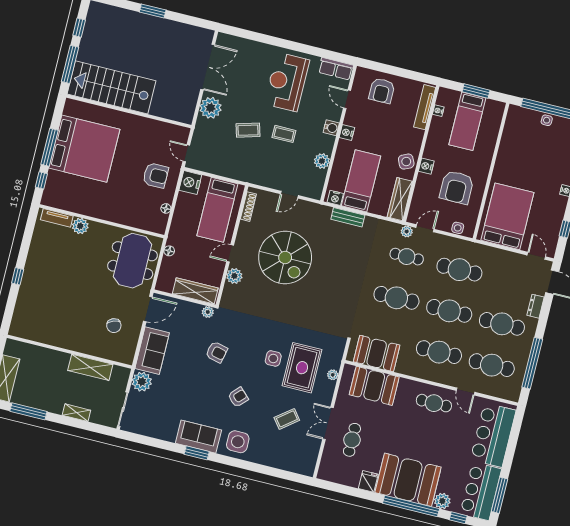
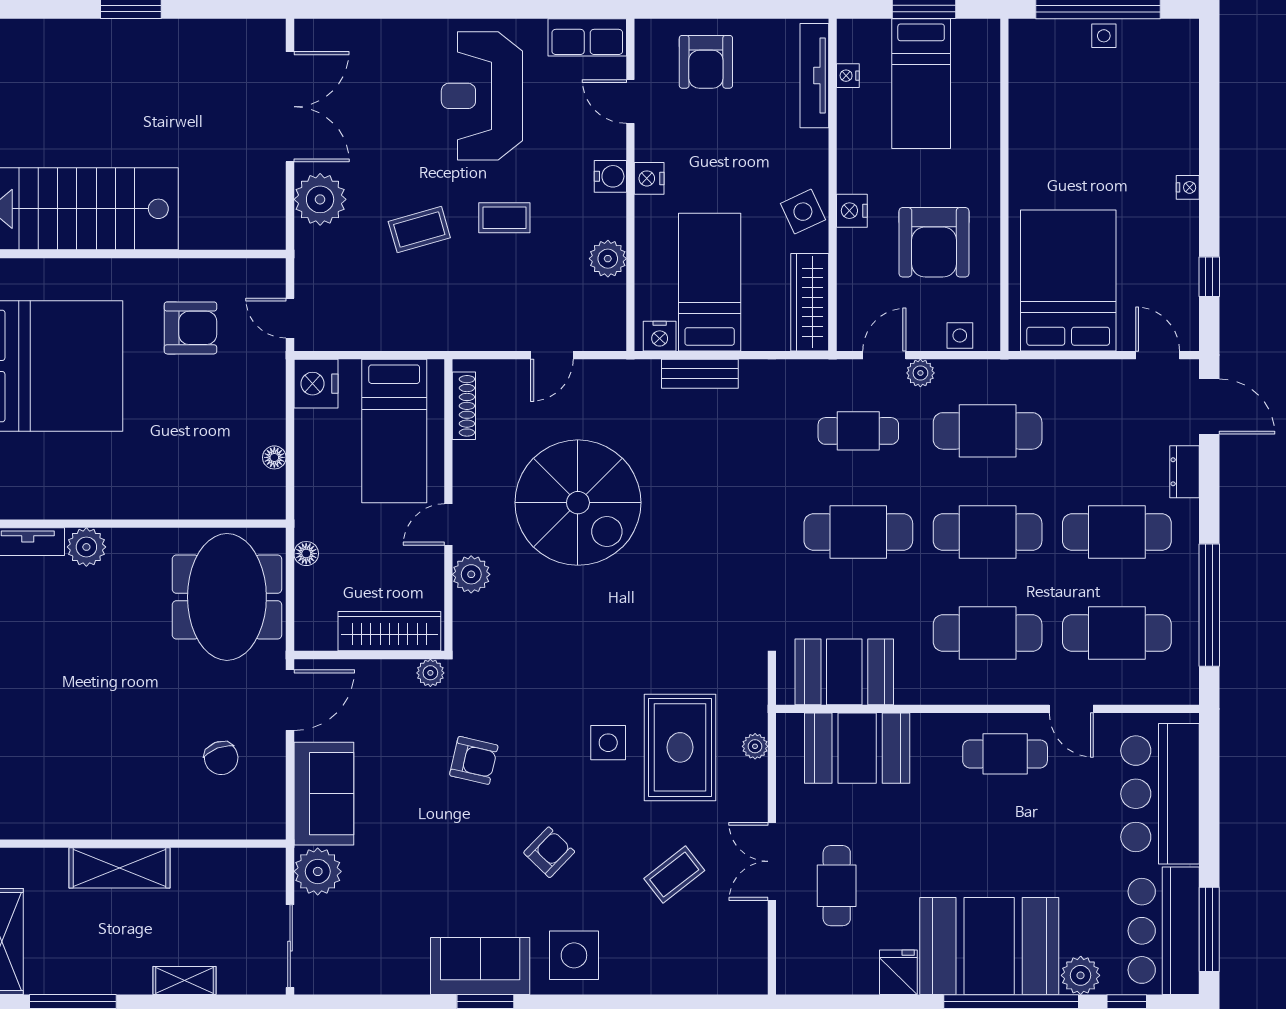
armchair: (156, 175) -> (190, 328), moved
plant: (407, 232) -> (920, 373), moved
shelving: (90, 367) -> (119, 868), moved

